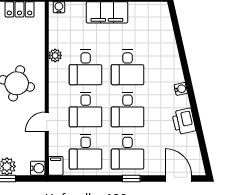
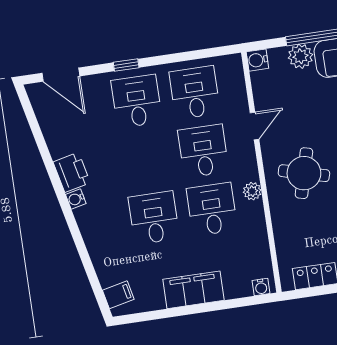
plant: (55, 55) -> (252, 191), moved
desk: (128, 110) -> (145, 160), removed
printer: (184, 121) -> (72, 172), moved
filing cabinet: (56, 166) -> (118, 295), moved, turned -103

